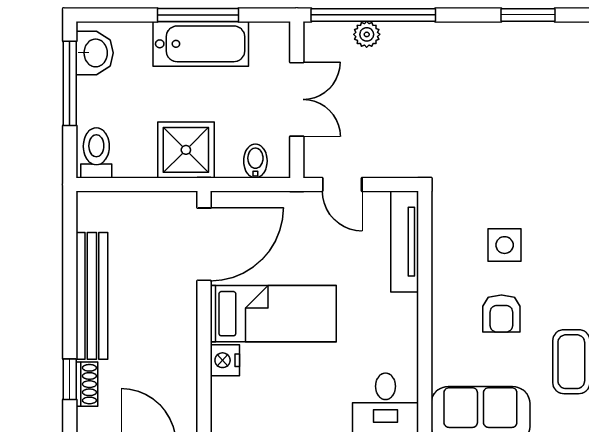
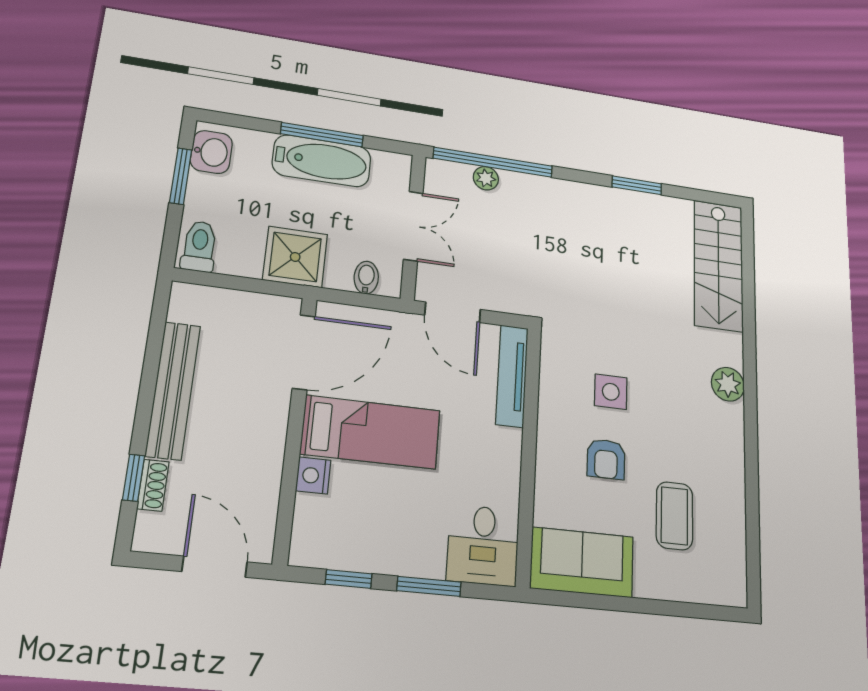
window: (70, 83) -> (181, 176), width x0.69
door: (342, 184) -> (453, 312), width x1.38

